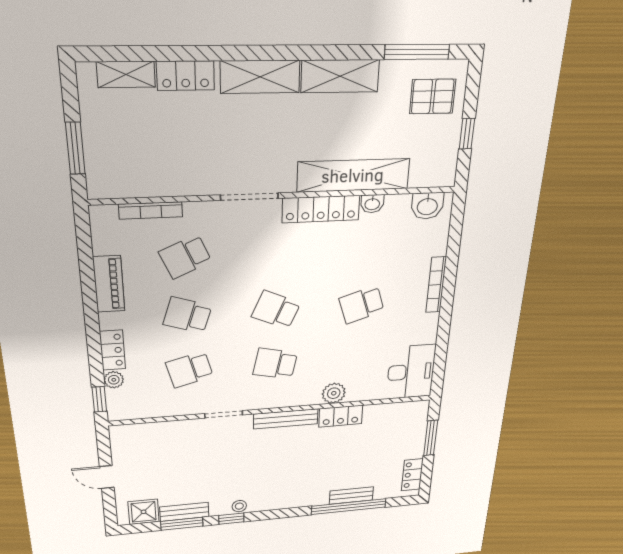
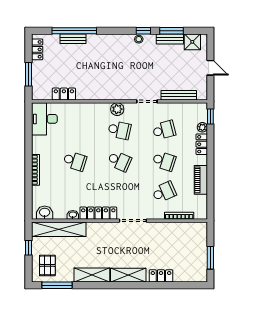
shelving: (126, 74) -> (186, 277), removed
pallet: (433, 96) -> (47, 265), turned 90
window: (75, 148) -> (210, 258), moved
shelving: (353, 175) -> (59, 229), moved
school desk: (362, 305) -> (75, 161), turned 36
plant: (334, 393) -> (117, 109), moved
locker: (341, 416) -> (64, 94), moved
bench: (286, 419) -> (179, 95), moved

